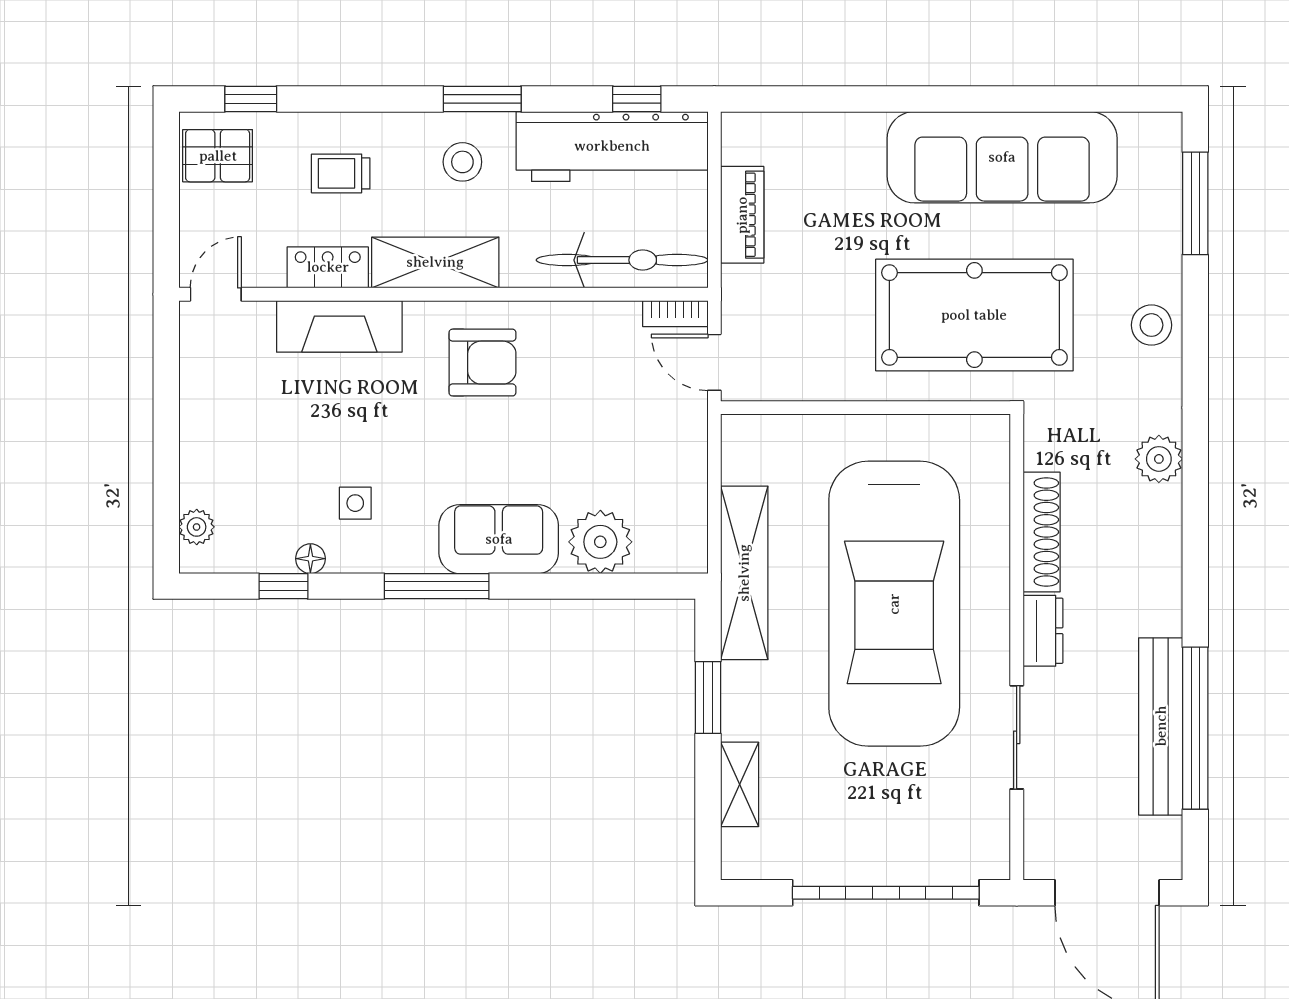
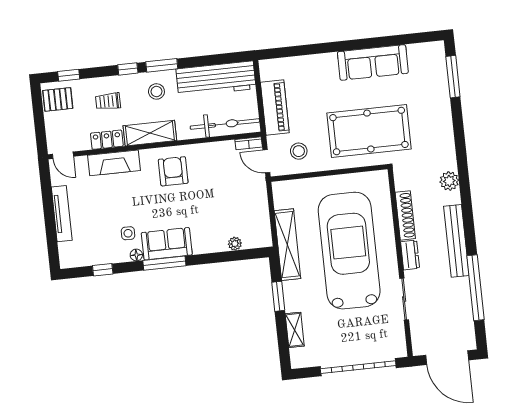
window: (637, 99) -> (128, 69), moved
sofa: (1002, 157) -> (373, 62), width x0.74, depth x0.79
piano: (742, 215) -> (275, 107), width x1.37, depth x1.33
door: (216, 294) -> (63, 155), swing flipped
stool: (1151, 325) -> (299, 151), moved
armchair: (482, 363) -> (173, 171), turned -90
tv unit: (197, 437) -> (62, 214), added
plant: (197, 527) -> (65, 250), removed
sofa: (499, 539) -> (167, 244), moved
plant: (600, 542) -> (235, 244), width x0.53, depth x0.53
floor lamp: (310, 559) -> (136, 255), moved
car: (894, 604) -> (349, 251), turned 180
bench: (1161, 726) -> (456, 241), moved

